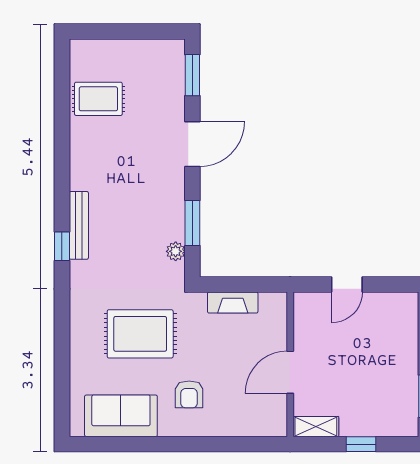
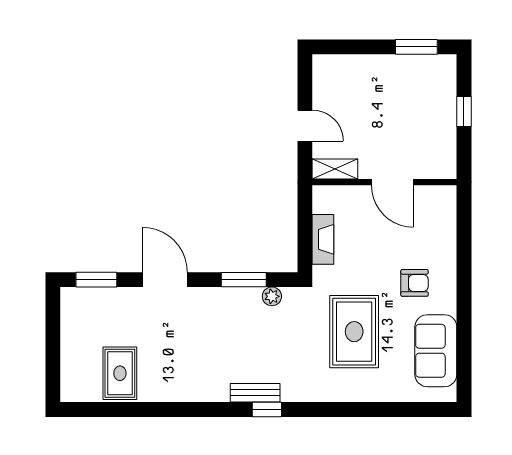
bench: (79, 225) -> (255, 393), width x0.73
shelving: (316, 427) -> (335, 169), moved, turned 90

